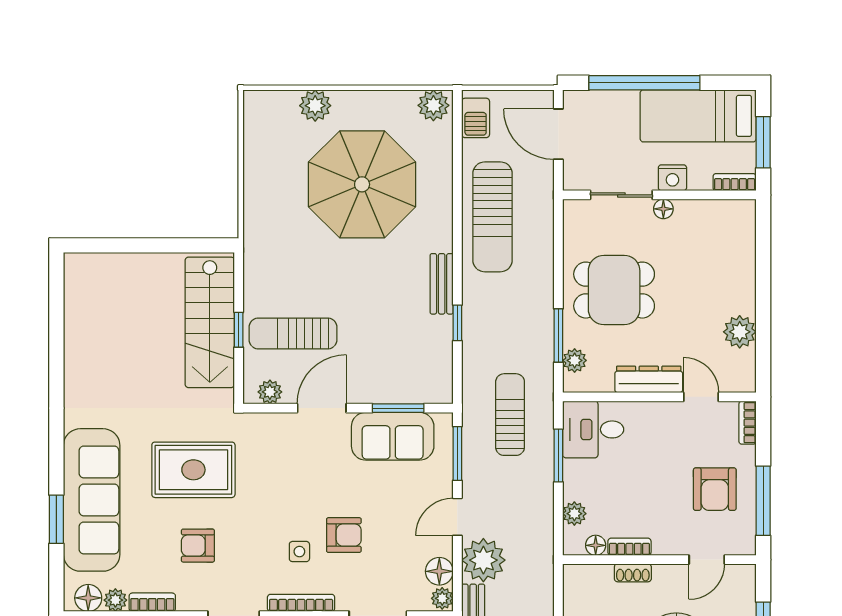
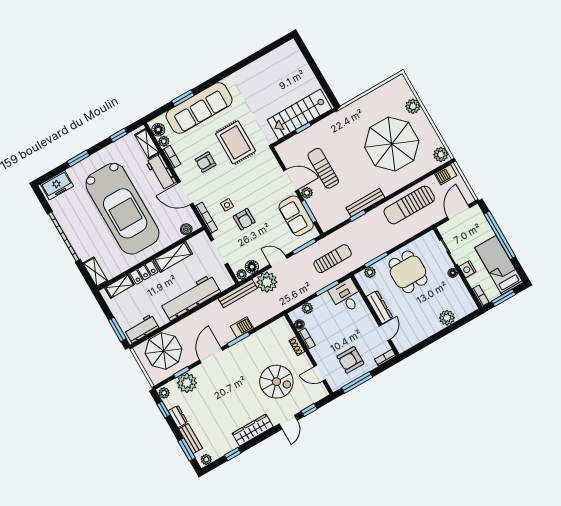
bench: (442, 284) -> (365, 203), width x1.36
plant: (740, 332) -> (447, 318), moved
sun lounger: (293, 333) -> (323, 168), moved
plant: (270, 392) -> (307, 193), moved
armchair: (198, 546) -> (206, 162), turned -90

